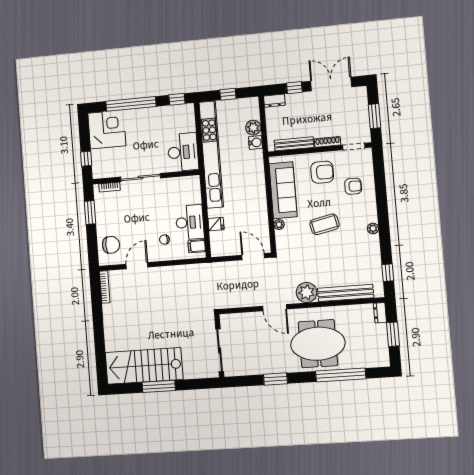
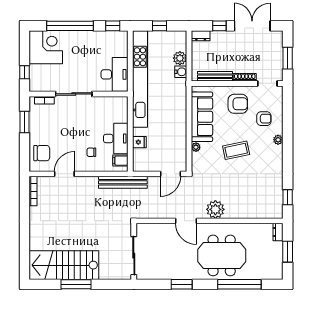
plant: (373, 228) -> (278, 140), moved
door: (253, 257) -> (171, 174), swing flipped
bench: (346, 293) -> (123, 182), moved

